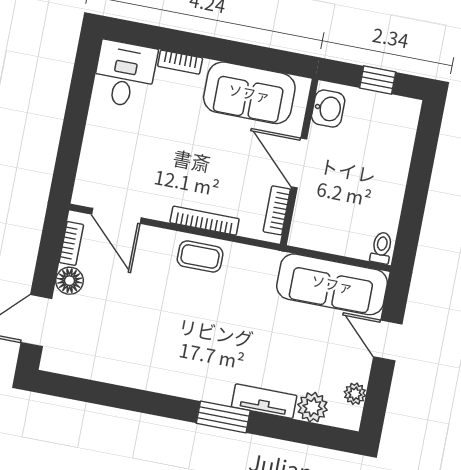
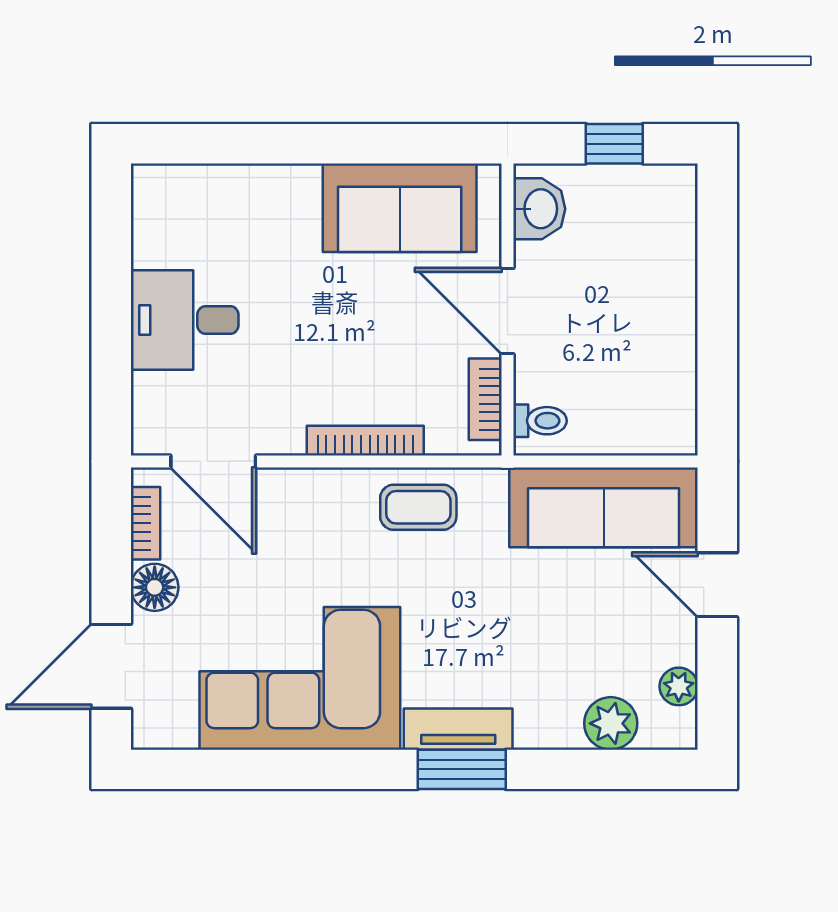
bookcase: (180, 62) -> (271, 178), removed
desk: (125, 74) -> (185, 320), moved, turned -90
toilet: (381, 248) -> (540, 421), moved, turned 90
coffee table: (200, 256) -> (418, 507), moved
corner sofa: (142, 348) -> (300, 678), added
tv unit: (264, 401) -> (458, 729), moved

